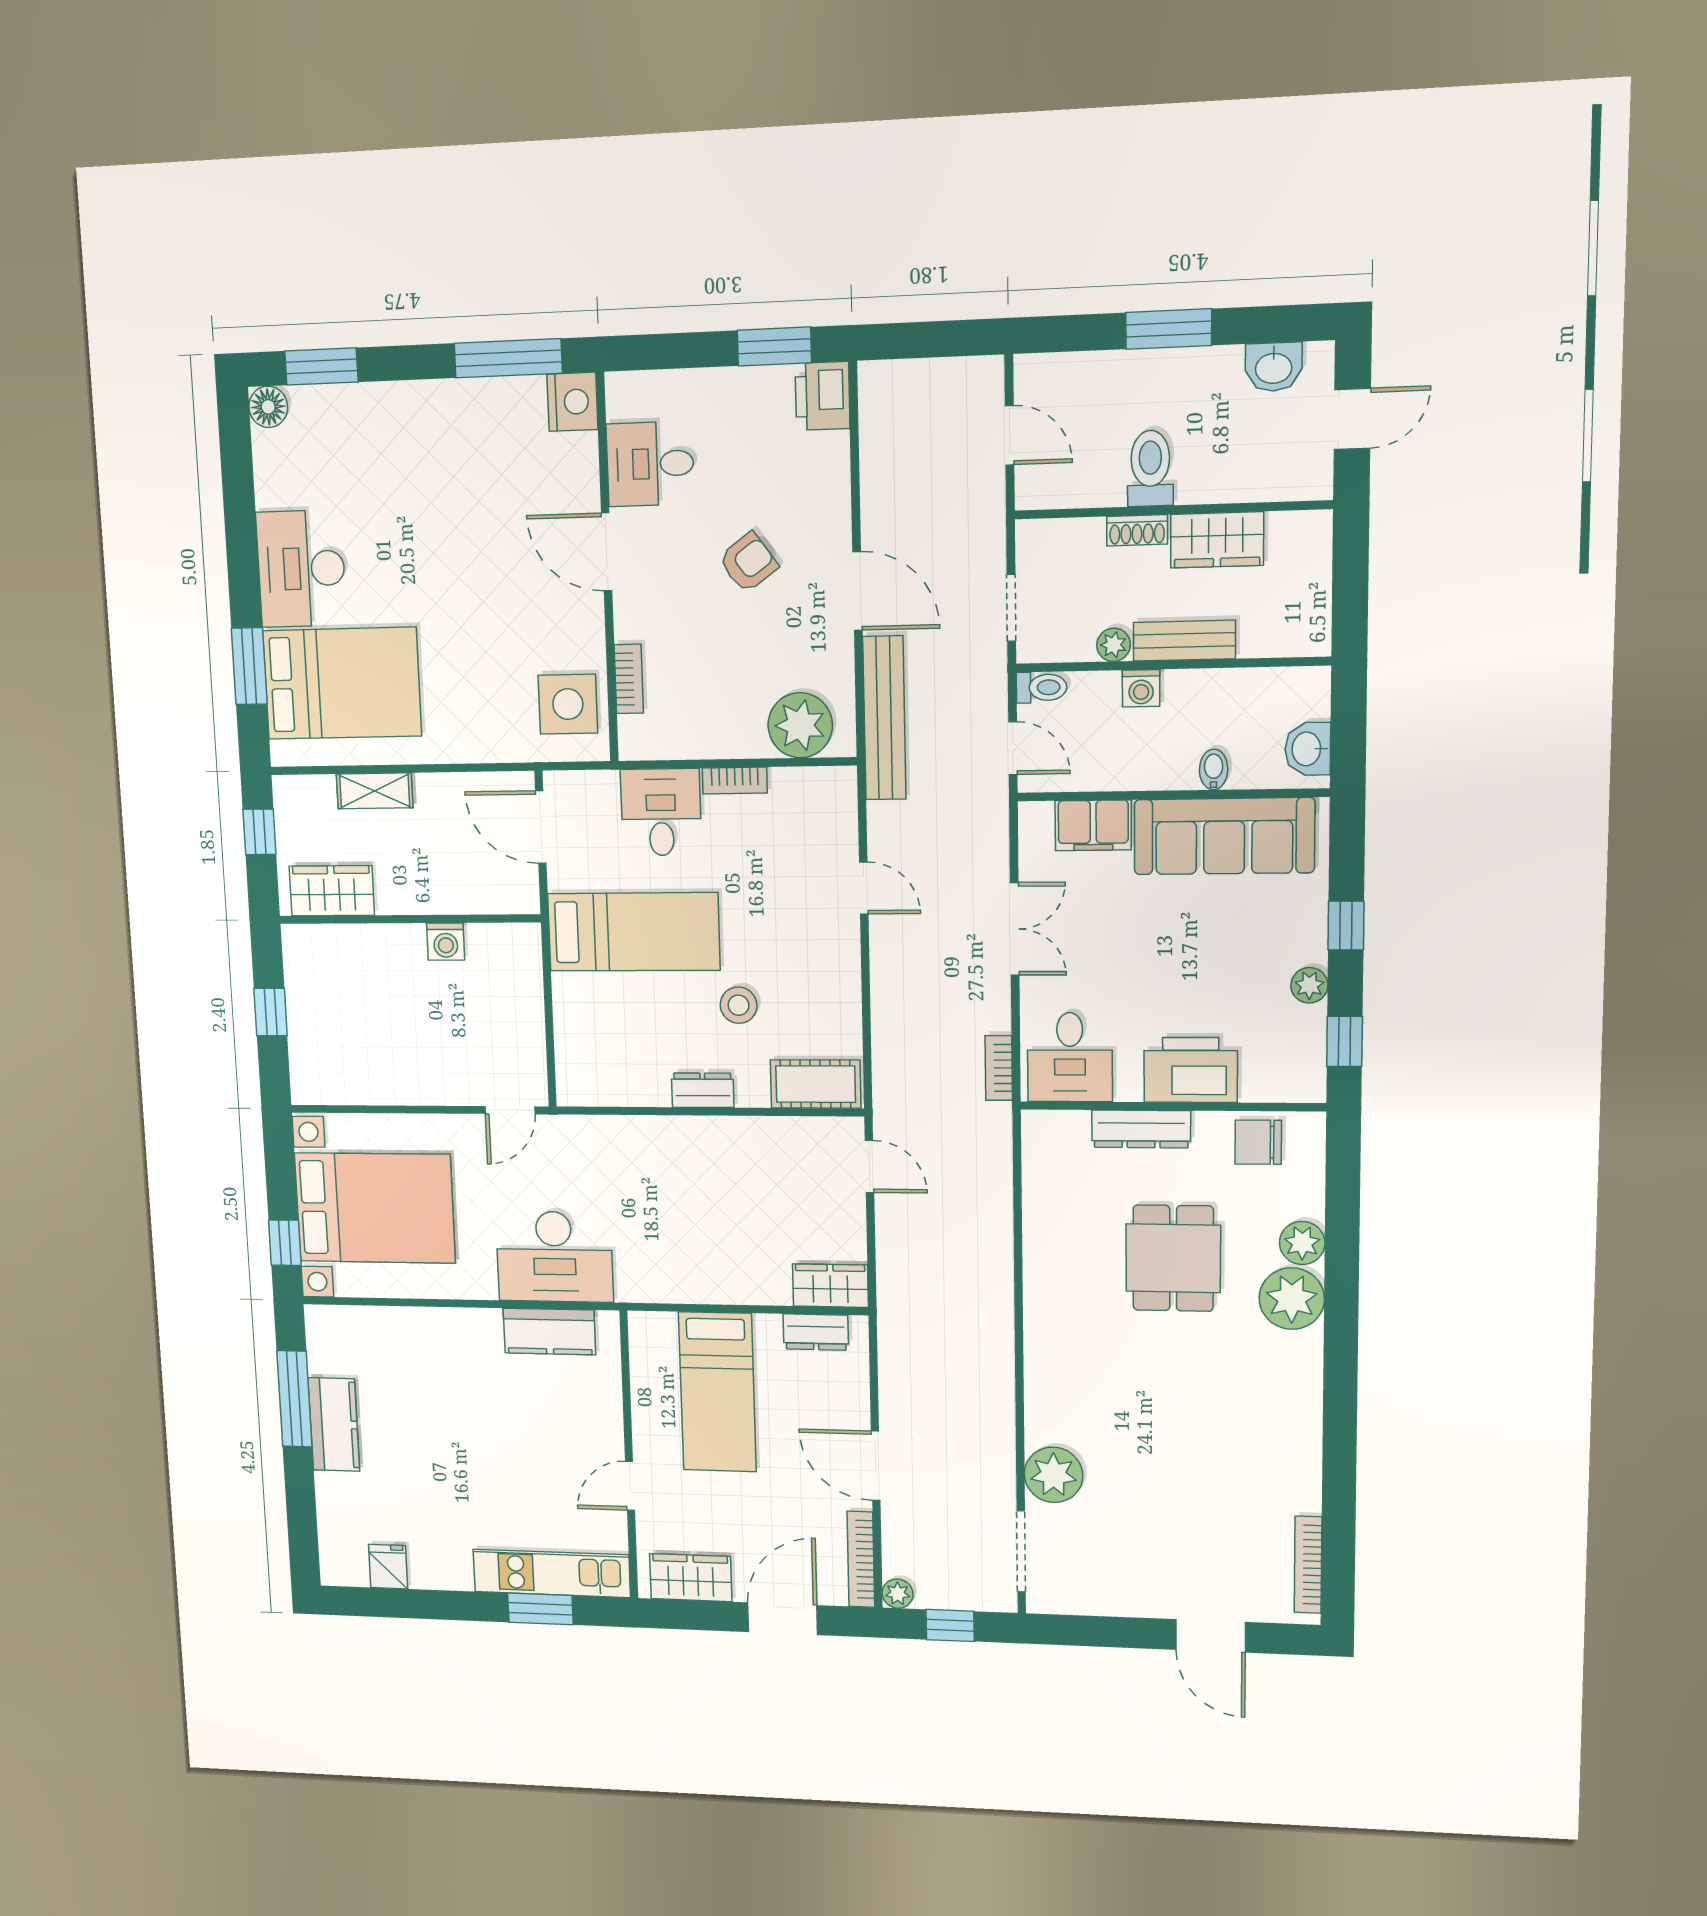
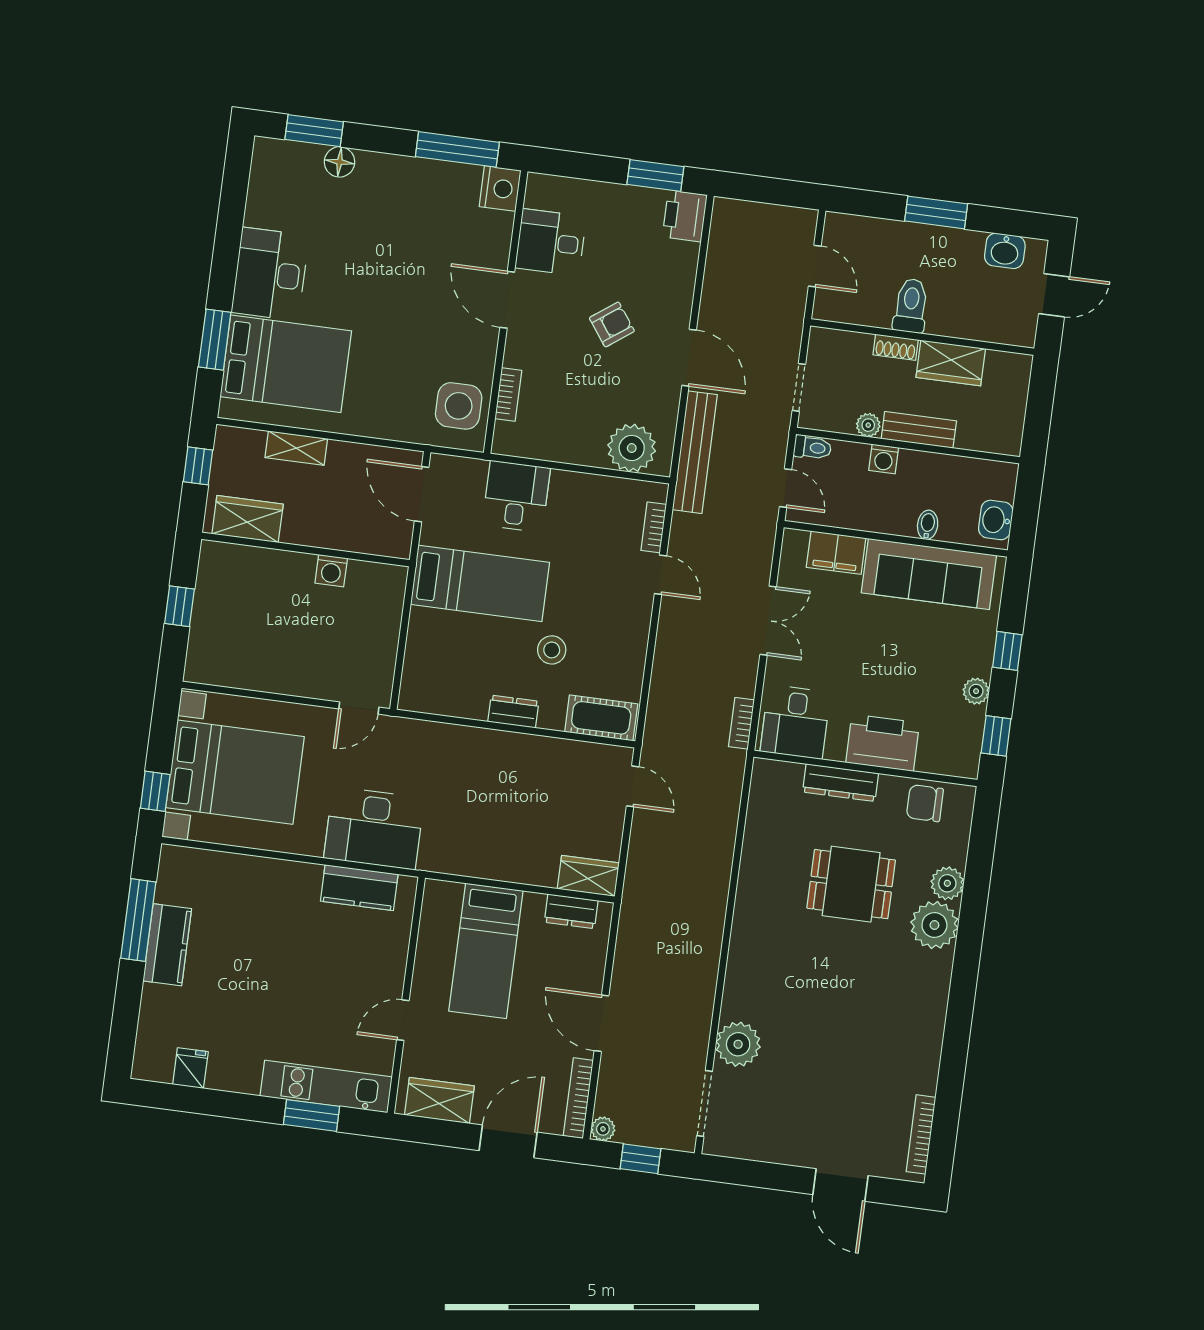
floor lamp: (268, 407) -> (340, 162), moved
bookcase: (735, 781) -> (654, 527), moved, turned 90
dining table: (1173, 1258) -> (851, 884), turned 90

